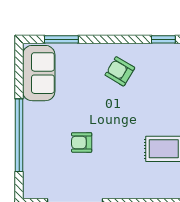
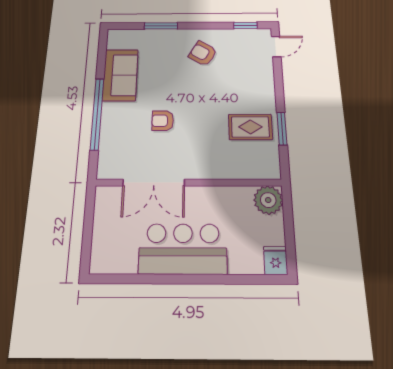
window: (61, 39) -> (161, 26), moved
sofa: (39, 73) -> (120, 75), moved

